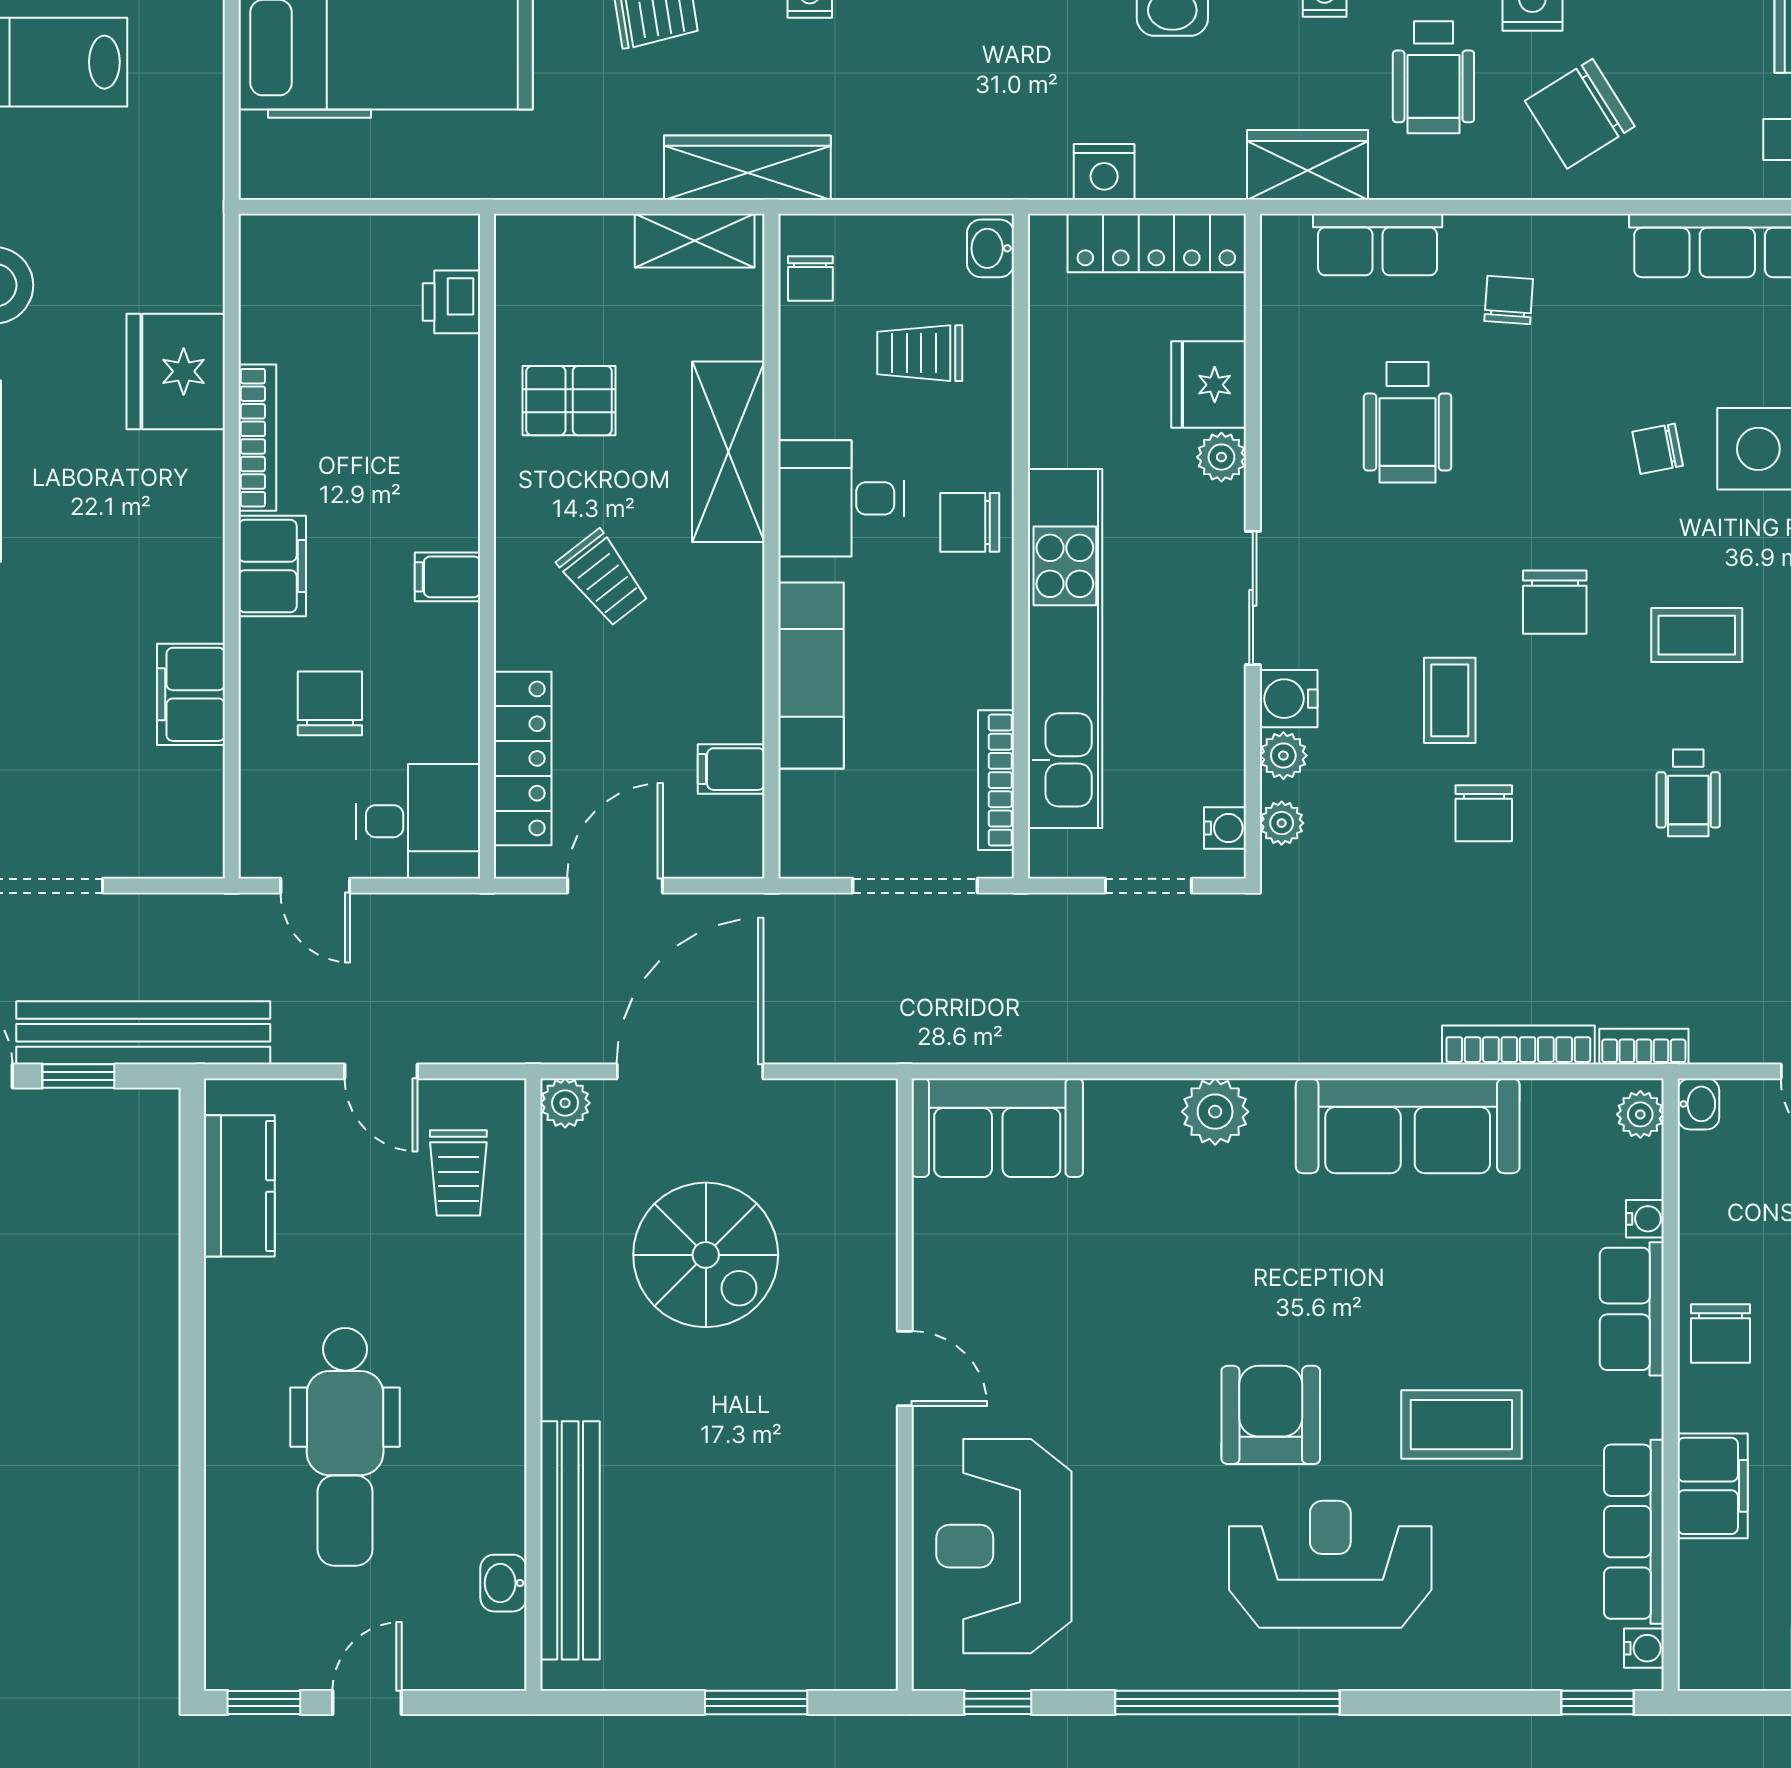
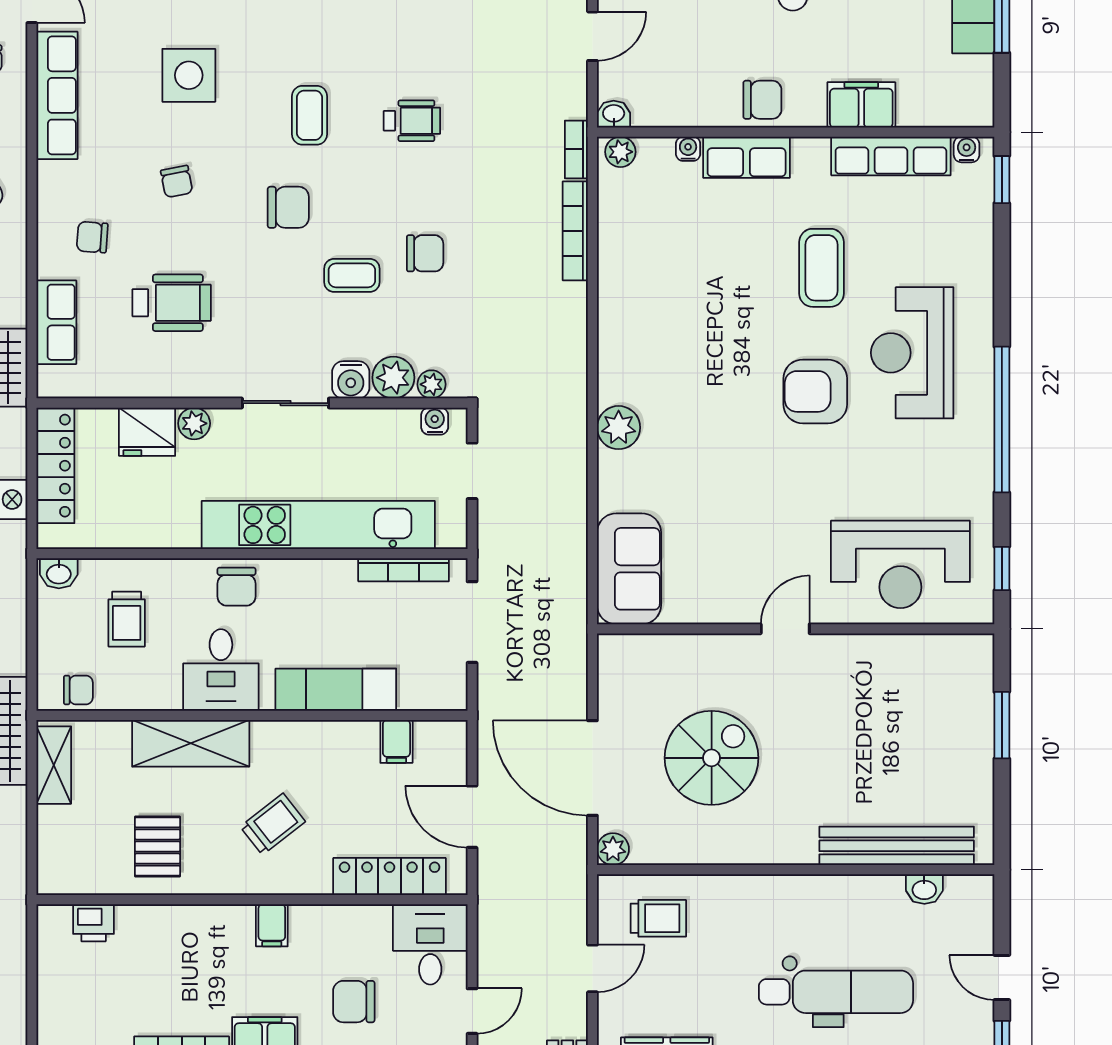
chair: (1658, 449) -> (177, 181), moved
plant: (1283, 756) -> (393, 378), width x1.38, depth x1.38
sofa: (1408, 1126) -> (628, 303), removed

